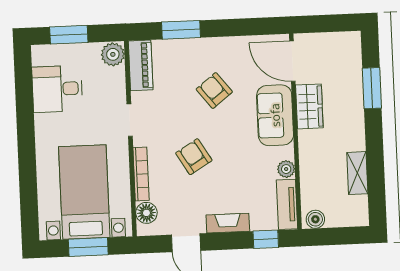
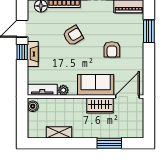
armchair: (214, 91) -> (112, 49), turned 128
window: (266, 239) -> (22, 52), moved

